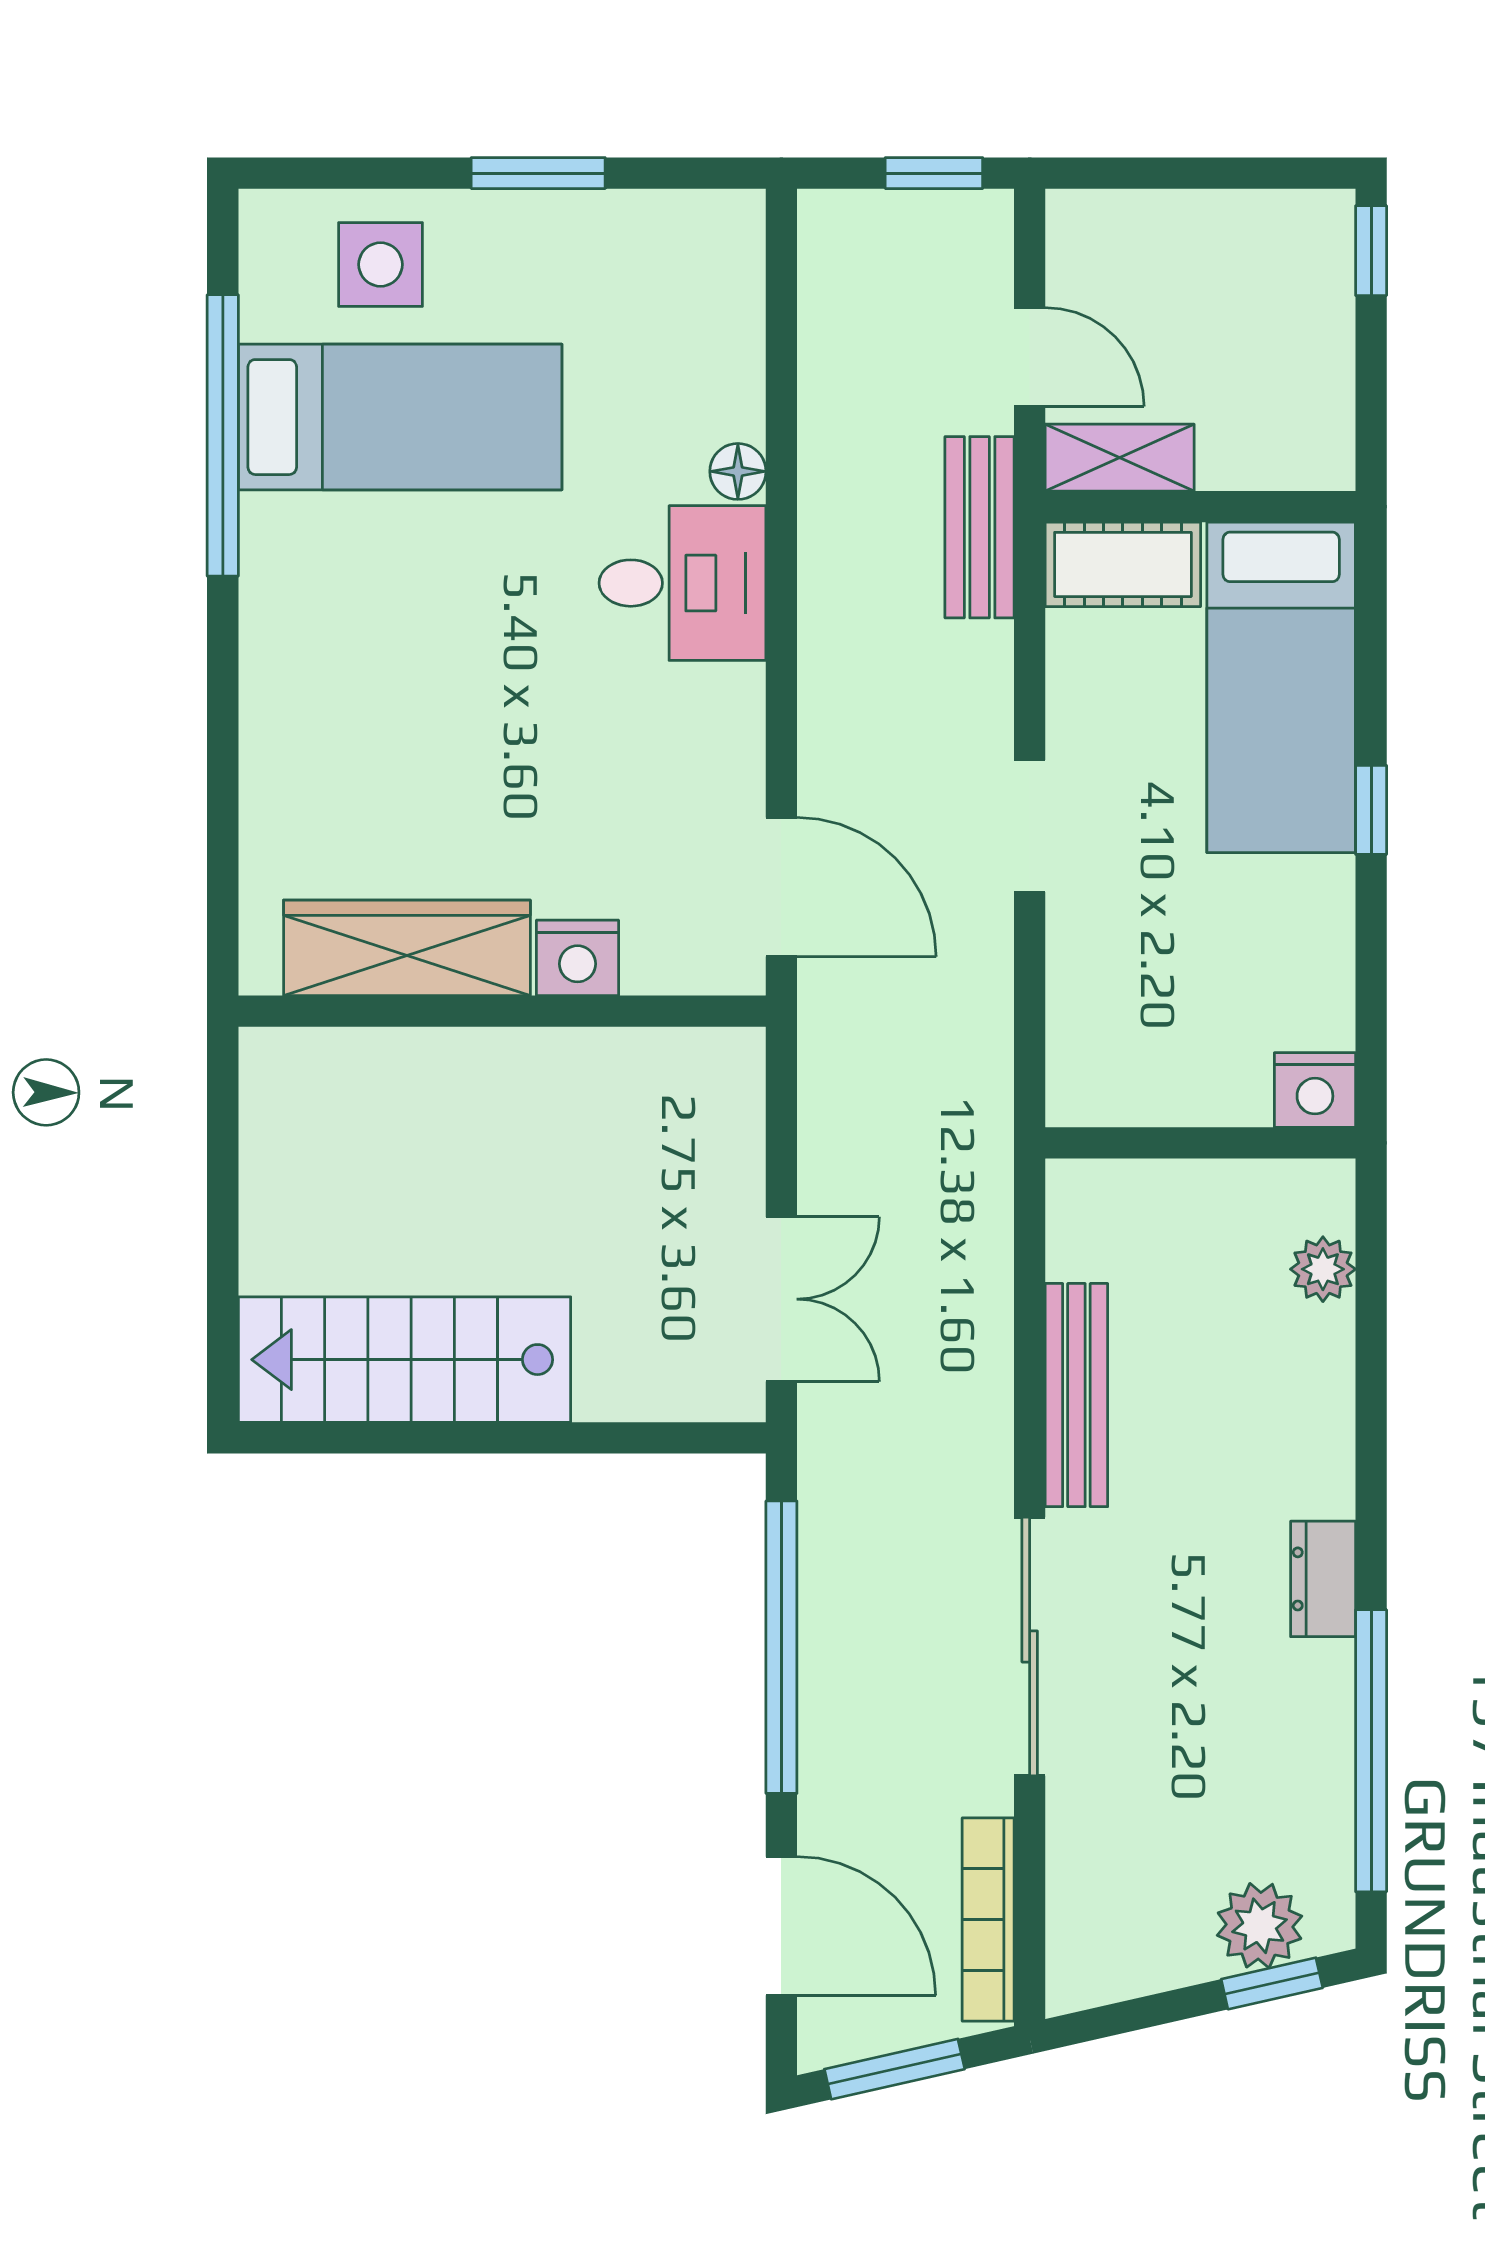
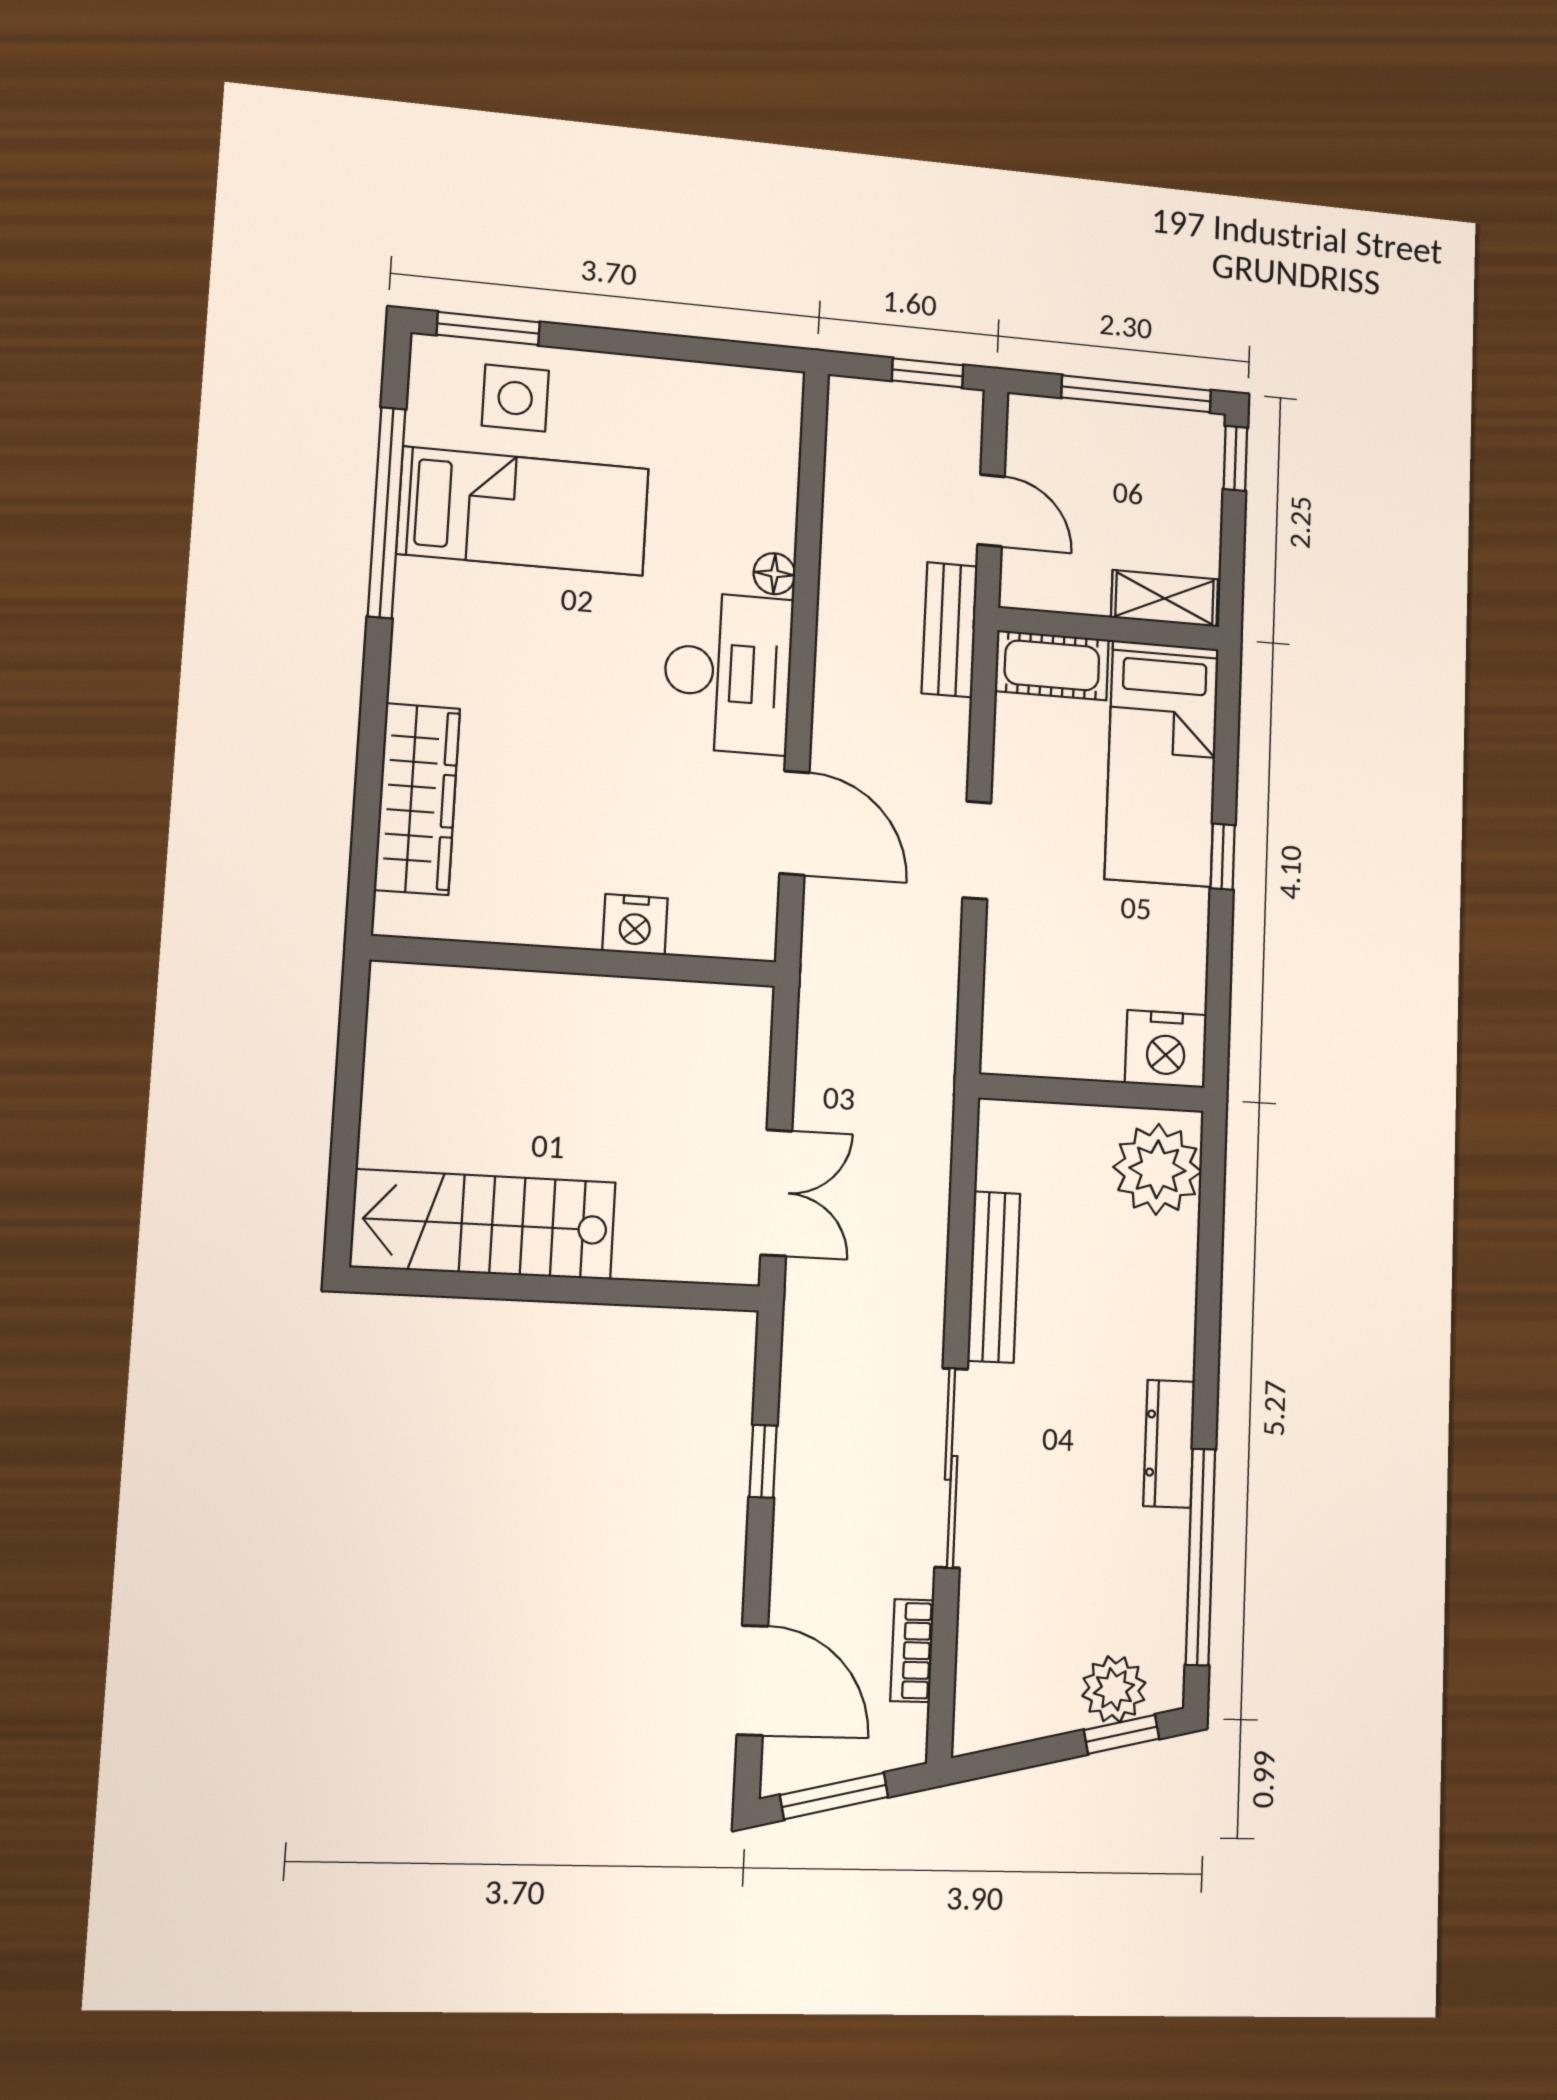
window: (538, 173) -> (488, 328), moved
window: (1227, 173) -> (1136, 394), added
shelving: (1120, 458) -> (1165, 598), moved
desk: (682, 583) -> (728, 673), width x1.37
door: (781, 887) -> (794, 823), moved
wardrobe: (407, 948) -> (417, 799), moved, turned 90
nightstand: (1315, 1090) -> (1166, 1049), width x1.36, depth x1.33
plant: (1323, 1269) -> (1157, 1169), width x1.88, depth x1.88
dresser: (1323, 1579) -> (1169, 1444), width x1.44
window: (781, 1647) -> (763, 1461), width x0.32
bookcase: (988, 1920) -> (912, 1651), width x0.64

